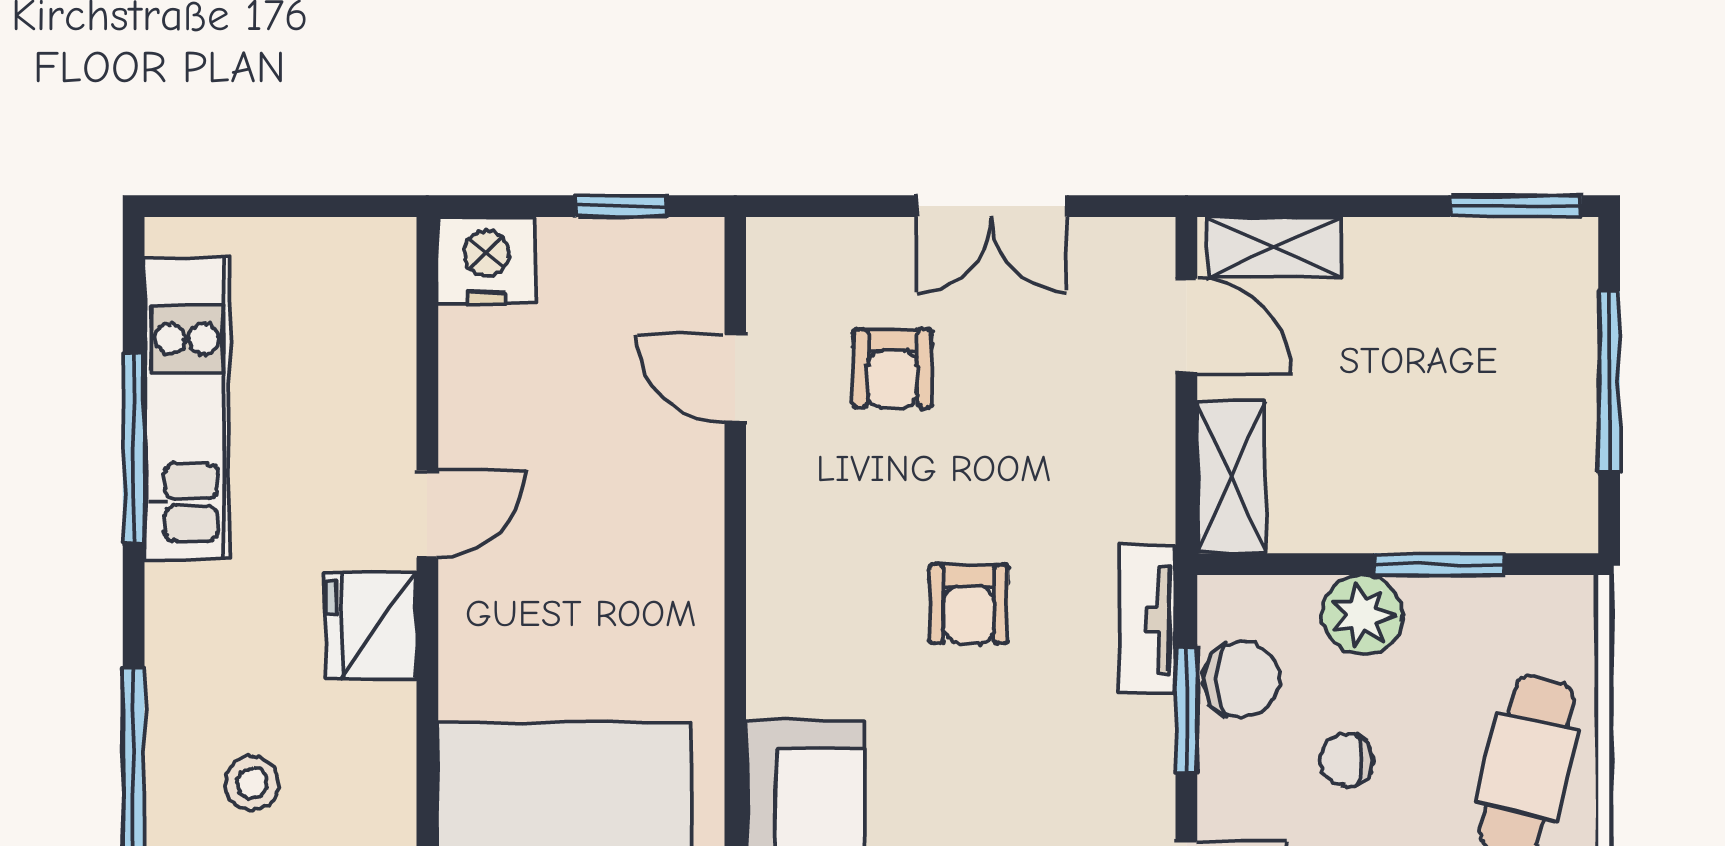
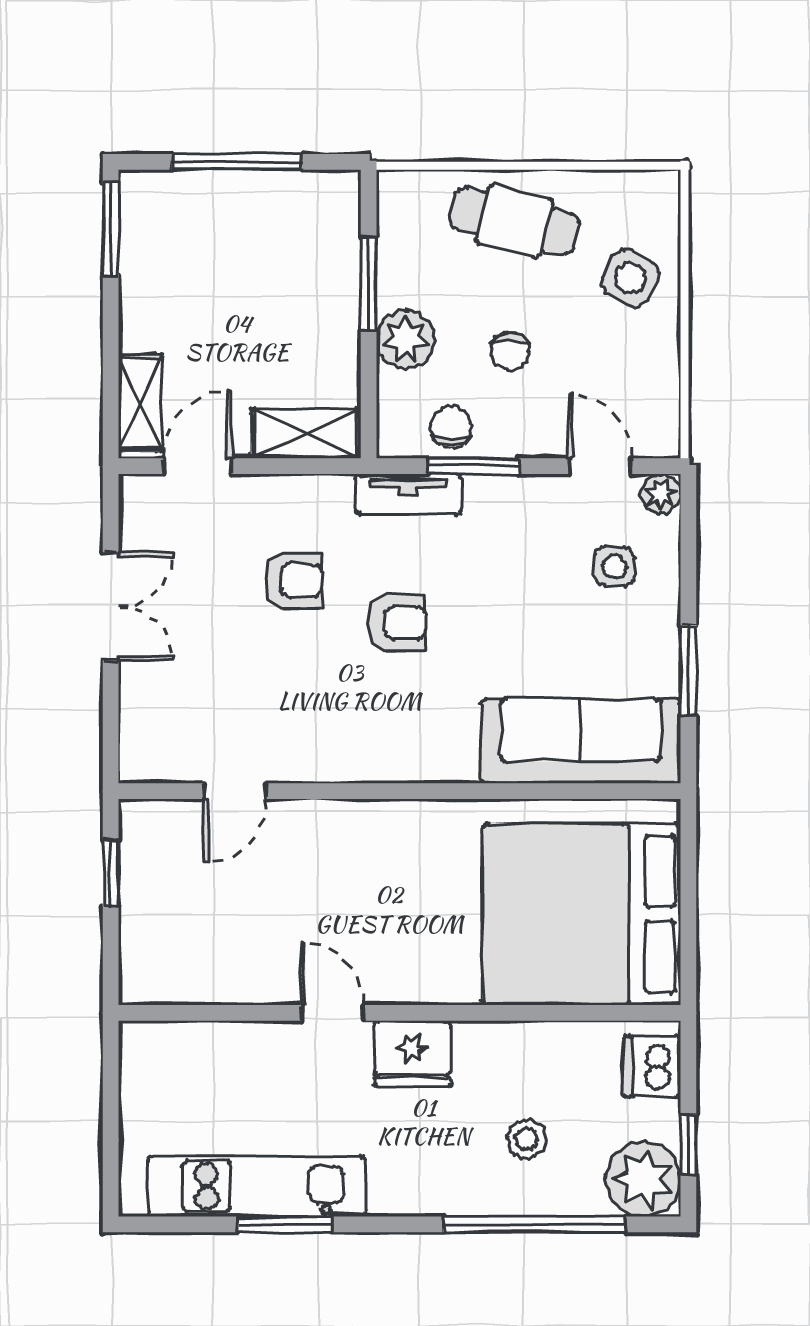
nightstand: (487, 260) -> (150, 970), removed
armchair: (893, 368) -> (293, 581), moved
window: (134, 448) -> (285, 1224), width x0.69
chair: (1241, 679) -> (451, 427), width x0.73, depth x0.73

